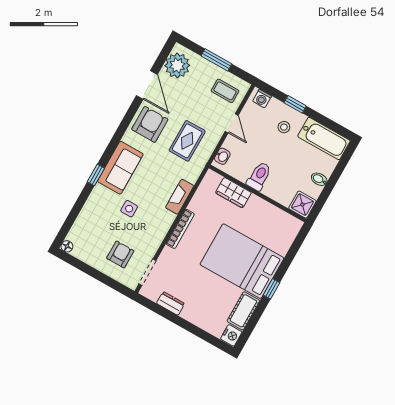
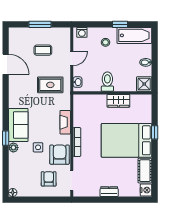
plant: (177, 65) -> (13, 148), moved, width x0.53, depth x0.53
coffee table: (225, 91) -> (43, 50), moved
window: (295, 104) -> (120, 24), moved
door: (232, 123) -> (72, 58), hinge flipped
armchair: (150, 124) -> (60, 155), moved
rug: (187, 141) -> (50, 85), turned 90
wardrobe: (233, 193) -> (118, 101), moved
window: (271, 289) -> (155, 132), moved
dresser: (171, 303) -> (109, 192), moved

